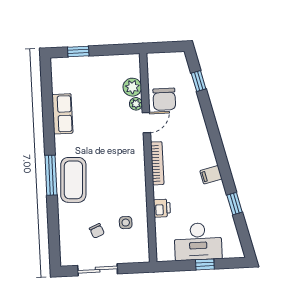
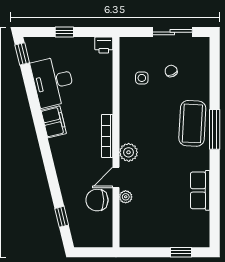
plant: (132, 87) -> (129, 152), moved
chair: (164, 99) -> (97, 200), turned -90
filing cabinet: (211, 175) -> (54, 122), width x2.00
window: (235, 204) -> (22, 54), moved
printer: (162, 208) -> (104, 45), moved, turned -90
desk: (198, 241) -> (53, 82), moved, turned -104

